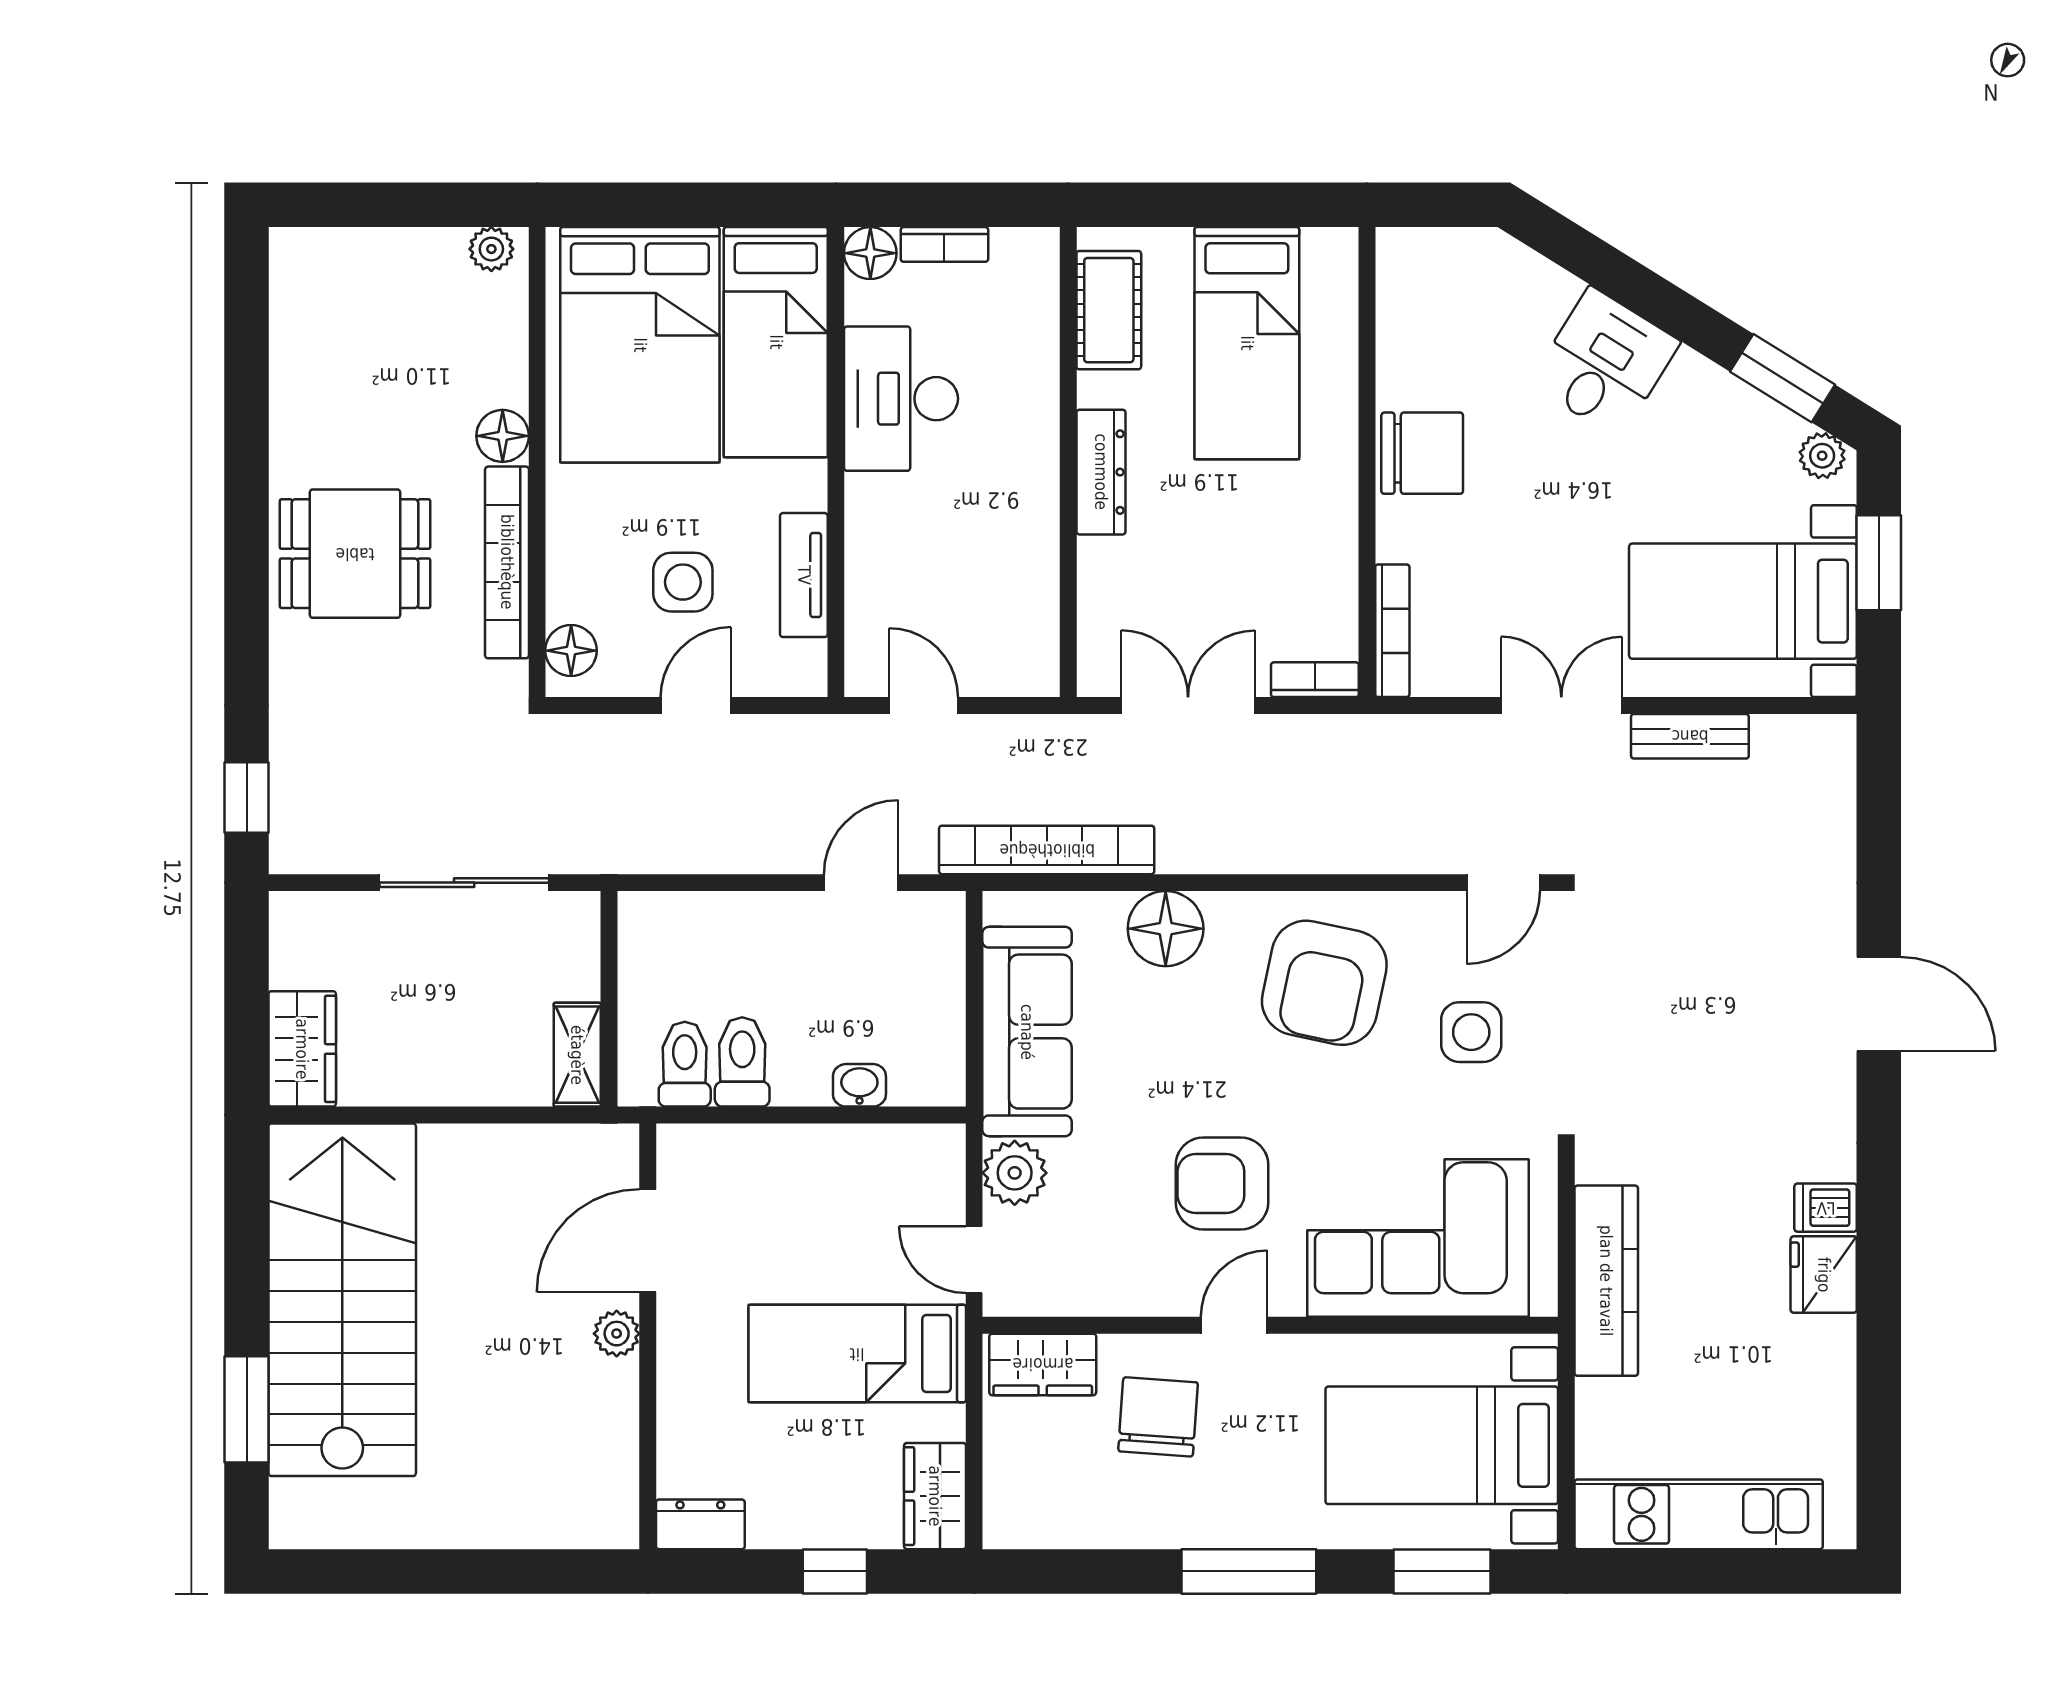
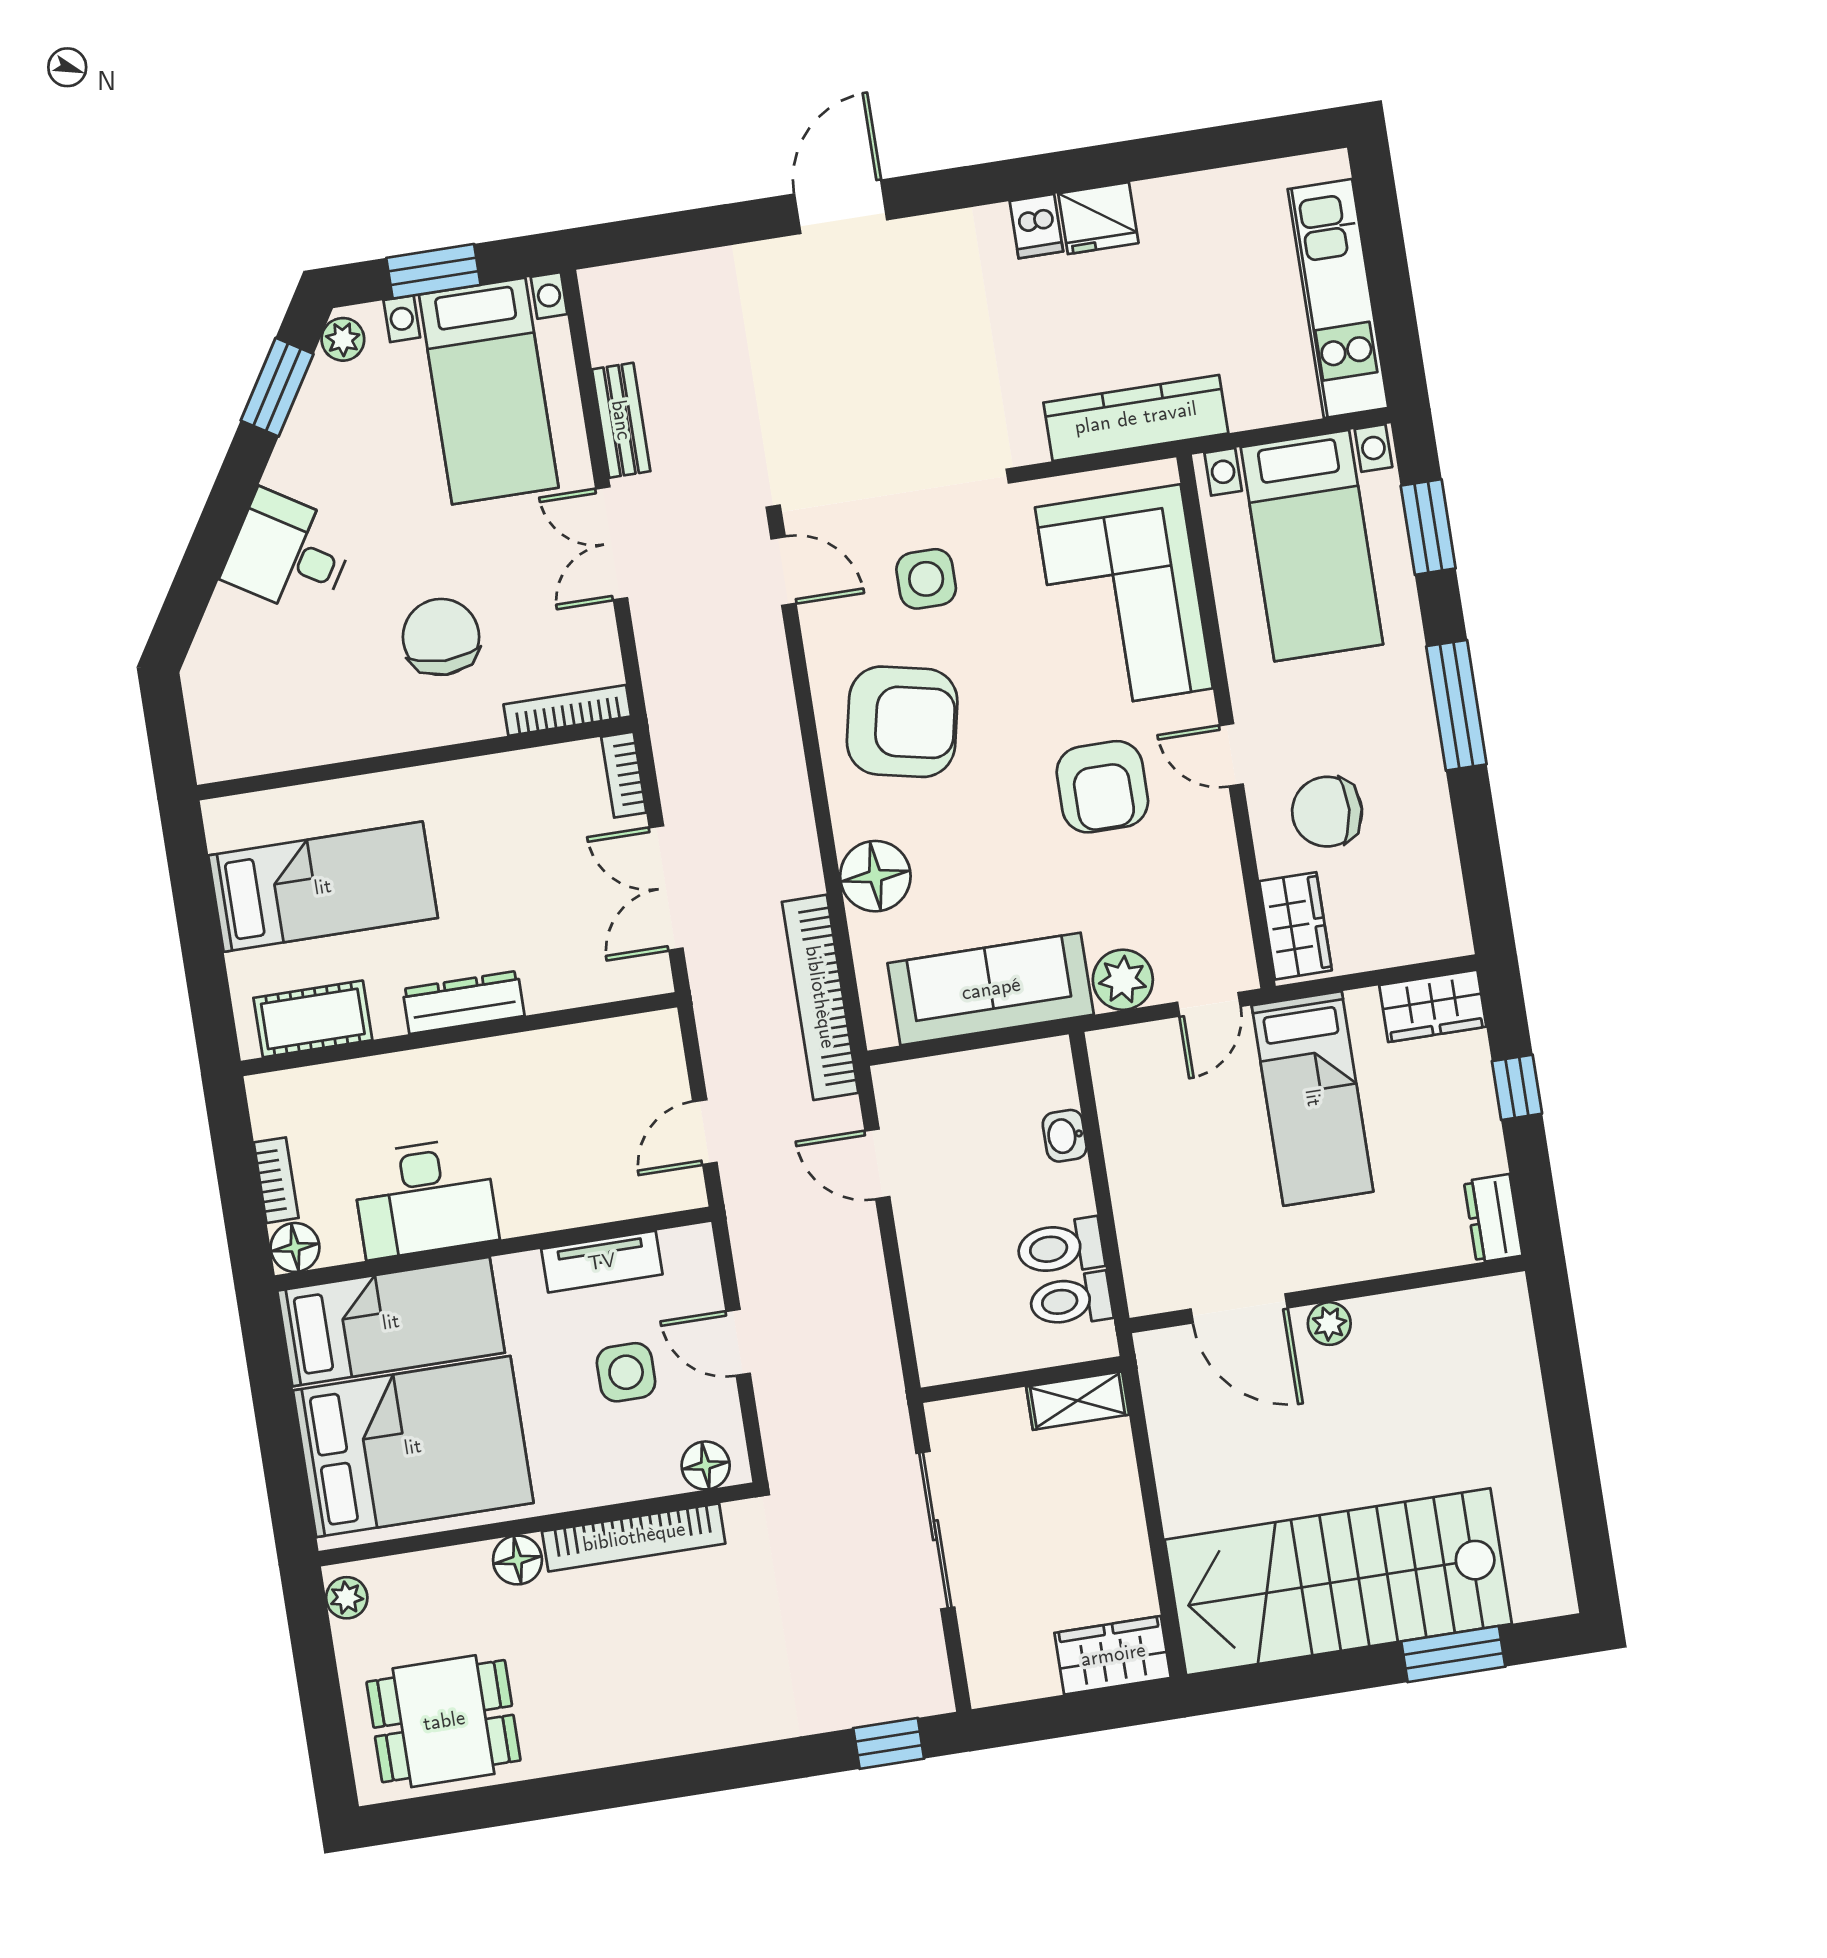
chair: (1422, 453) -> (441, 637), moved
dining table: (355, 554) -> (444, 1721), moved, turned 90

